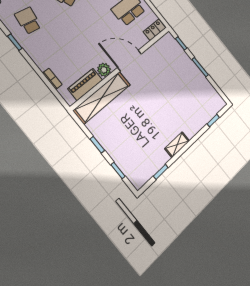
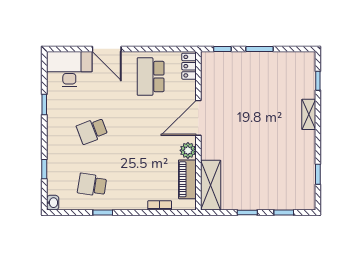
shelving: (102, 98) -> (211, 185), width x0.68
shelving: (177, 145) -> (309, 114), moved

